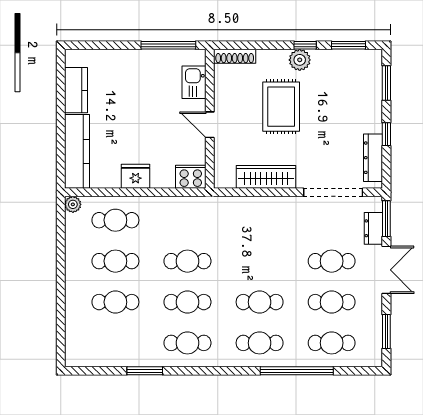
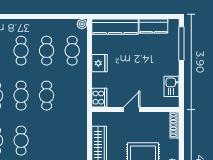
window: (168, 45) -> (181, 44), moved
kitchen sink: (194, 82) -> (172, 86), moved, turned -90

